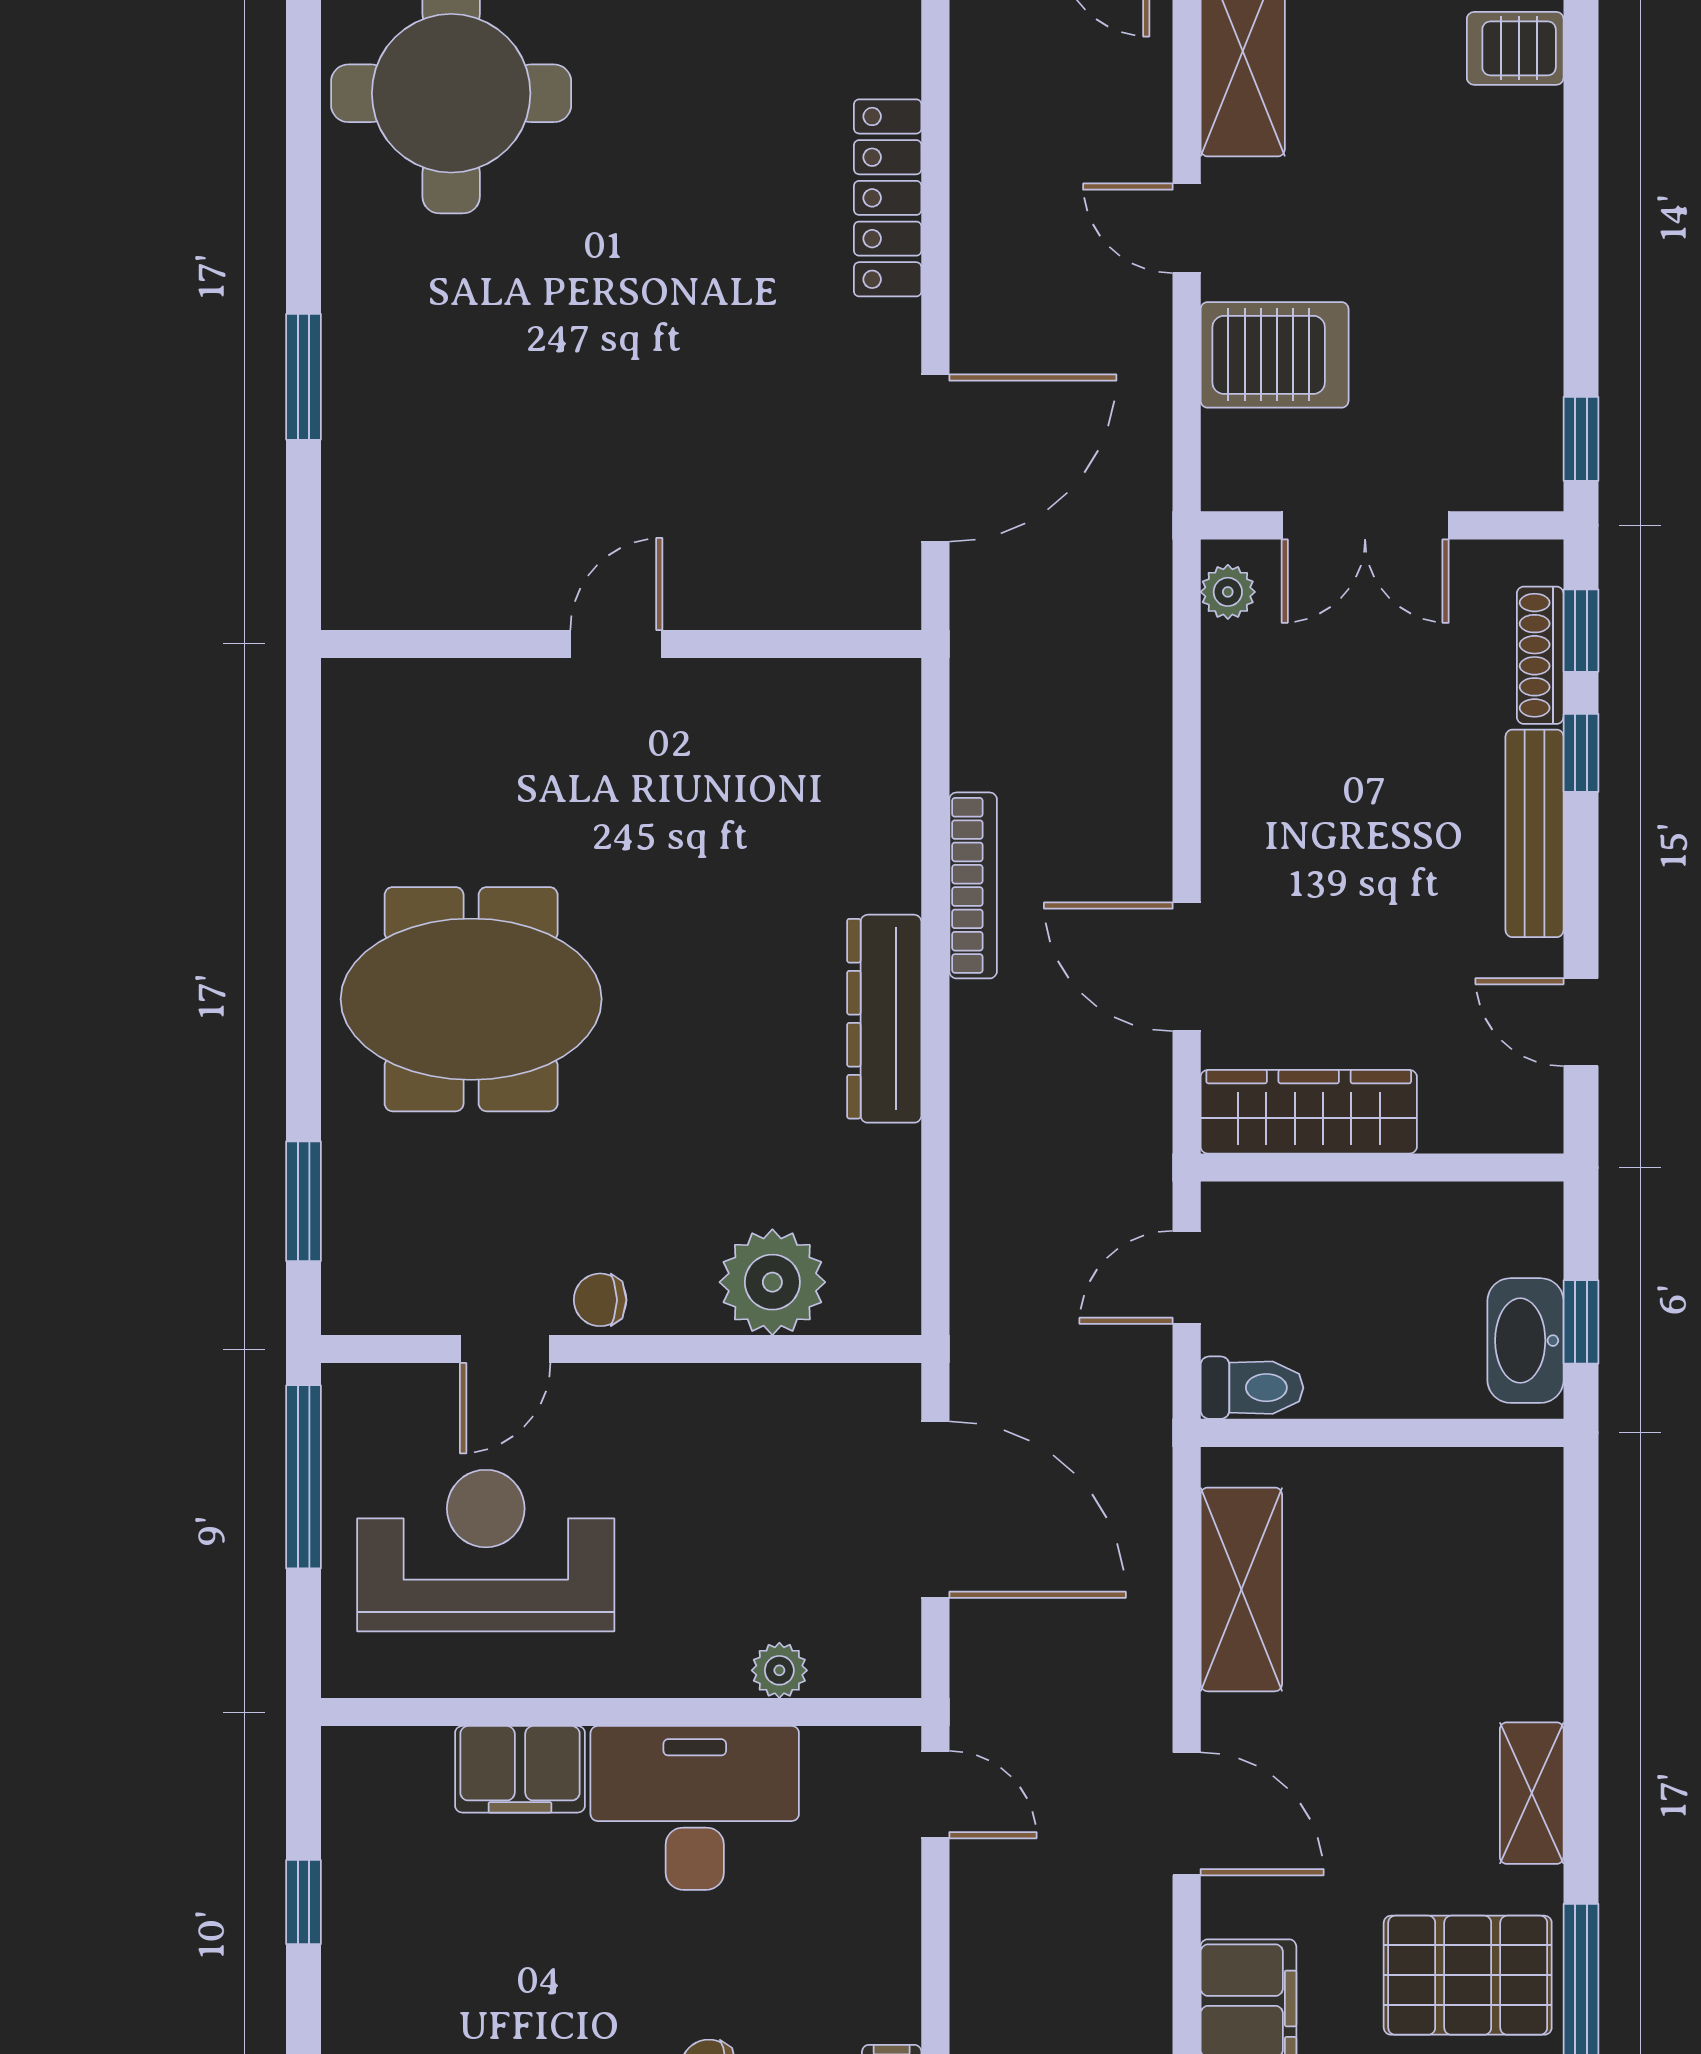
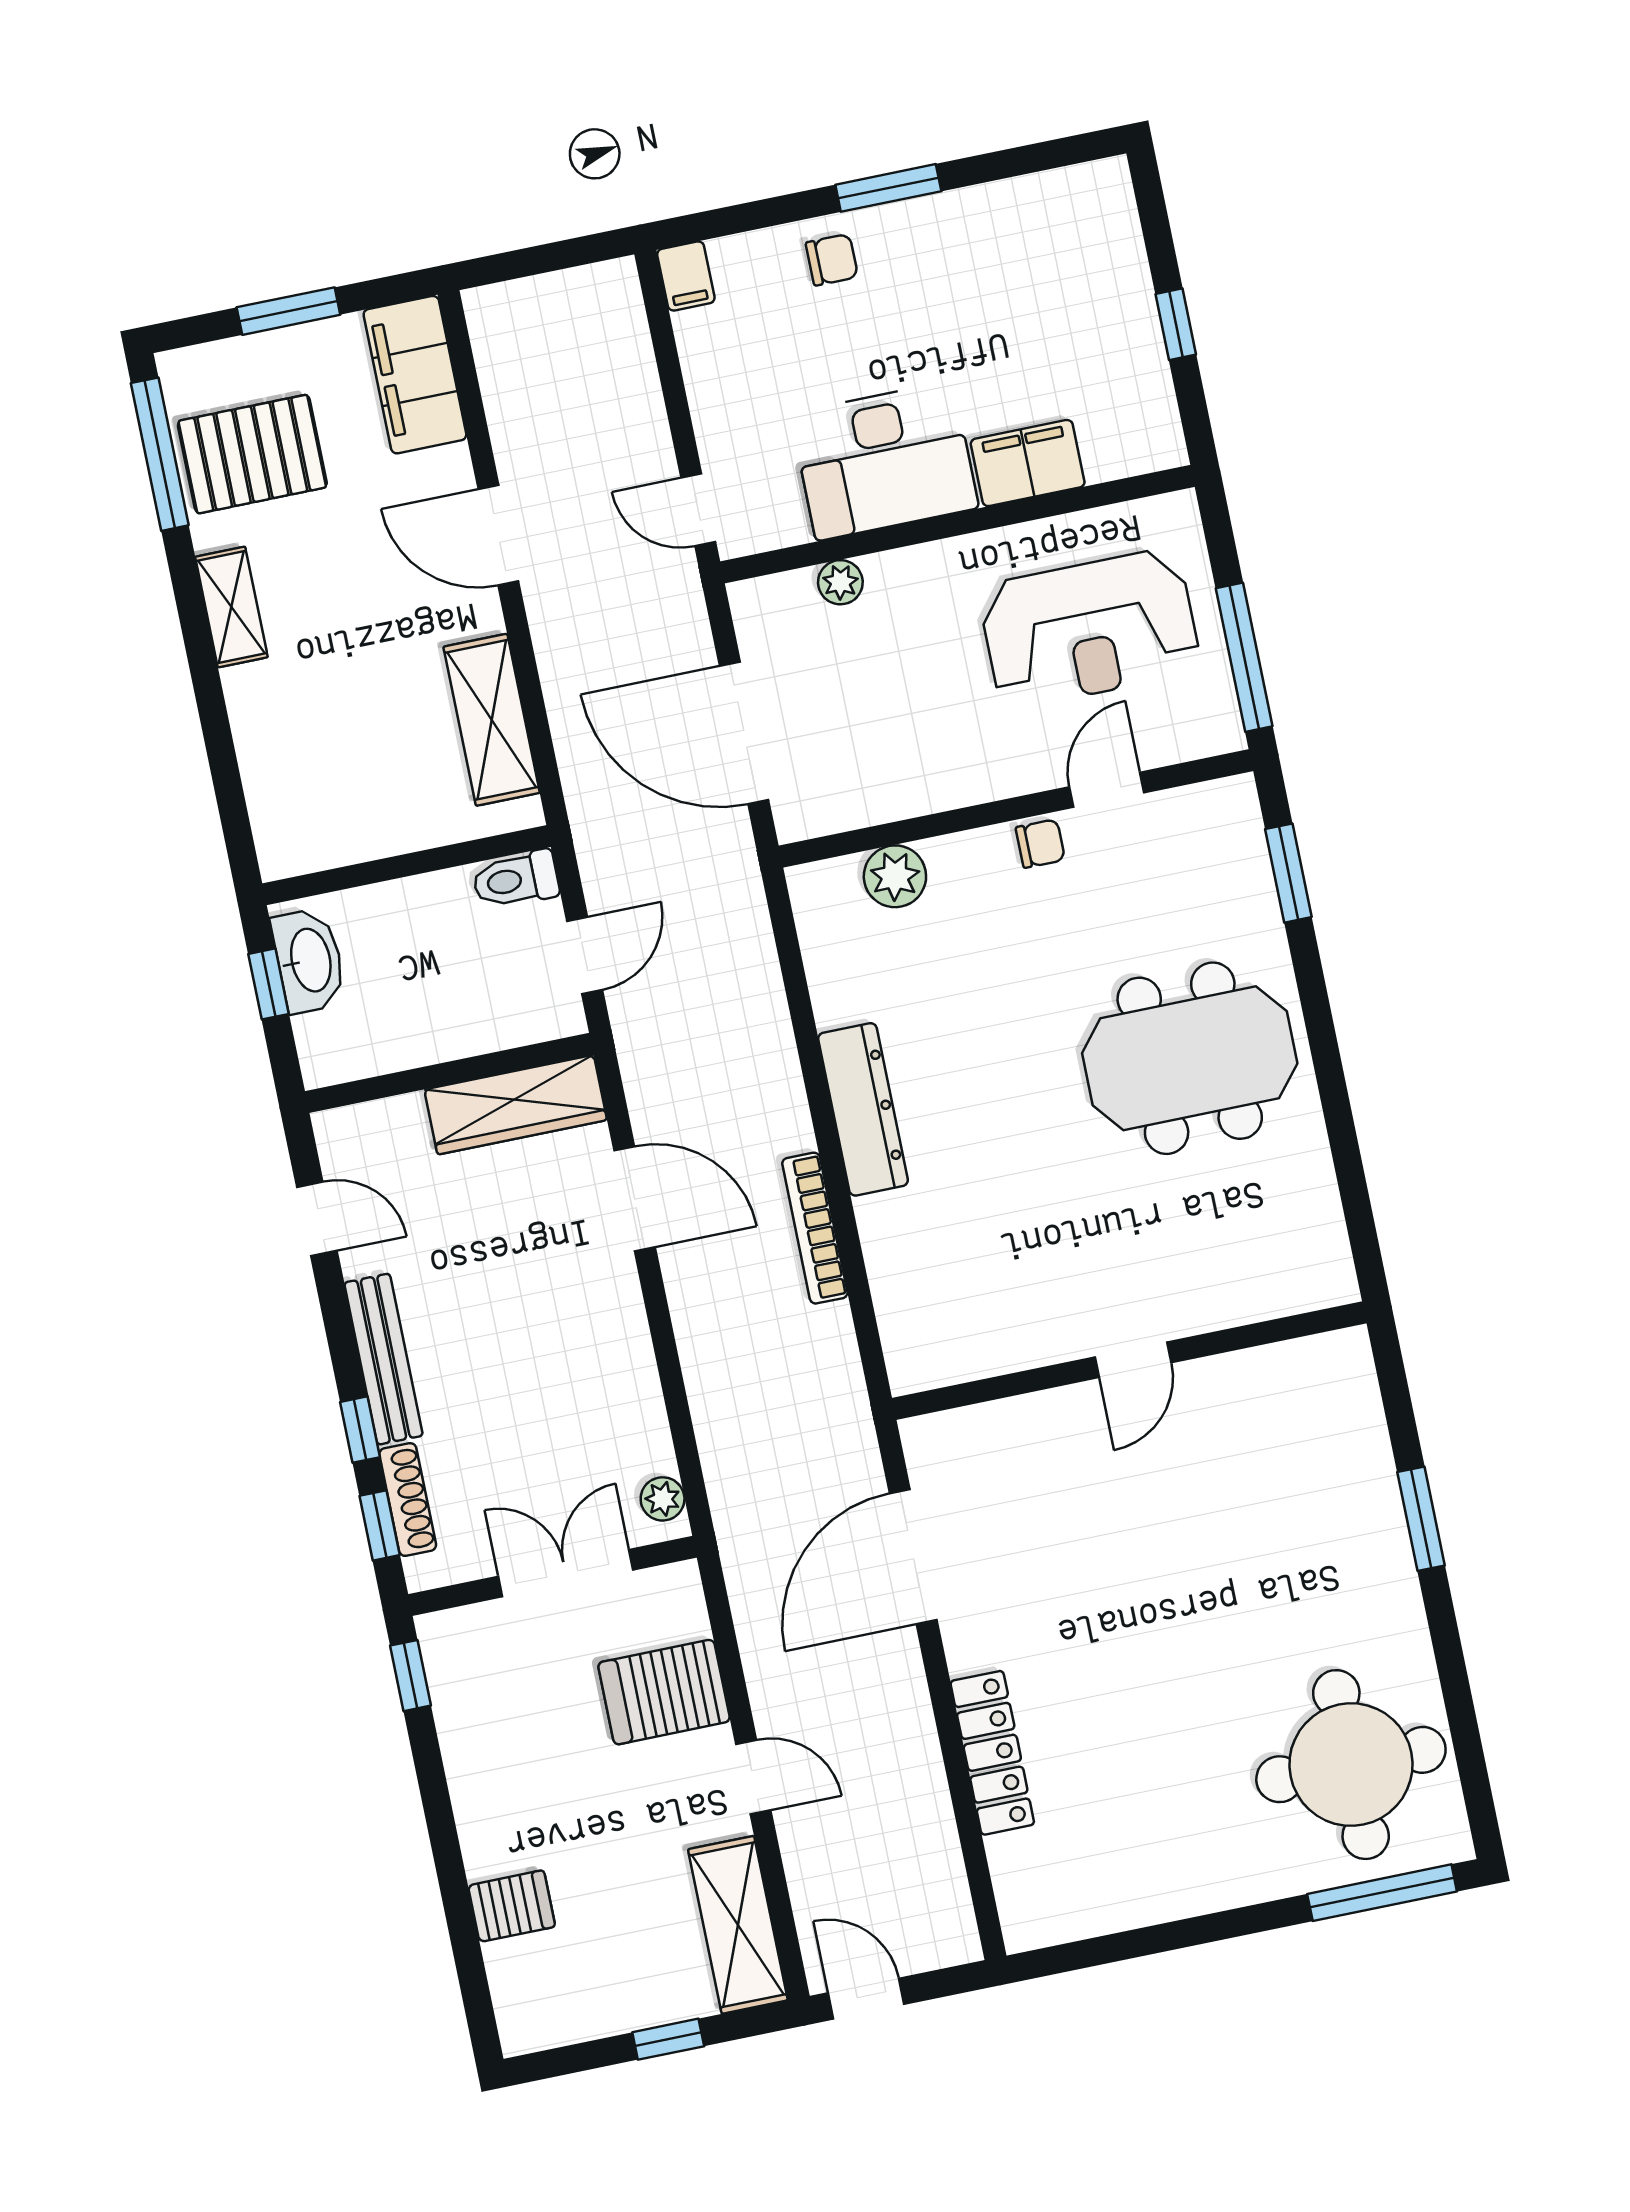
server rack: (1515, 48) -> (512, 1906), moved
plant: (772, 1282) -> (895, 876), width x0.73, depth x0.73

